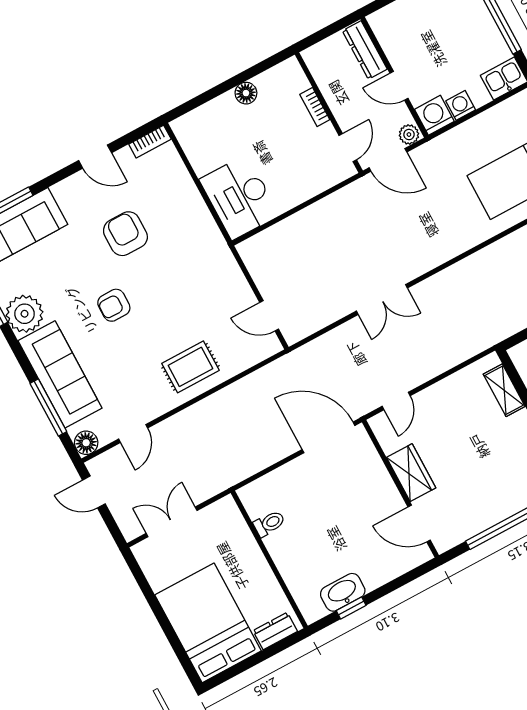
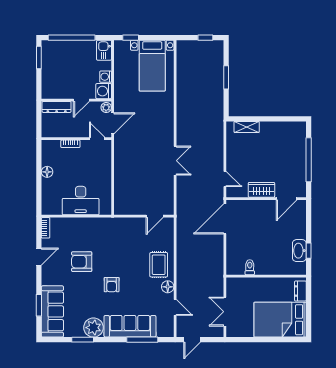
desk: (239, 197) -> (81, 201), moved
floor lamp: (86, 443) -> (168, 287), moved

